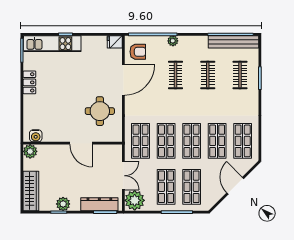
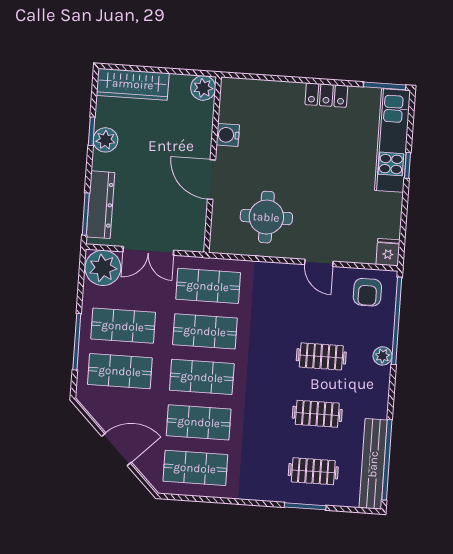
door: (123, 80) -> (319, 263), width x0.53
water cooler: (36, 136) -> (228, 135), moved
door: (81, 143) -> (211, 180), hinge flipped

